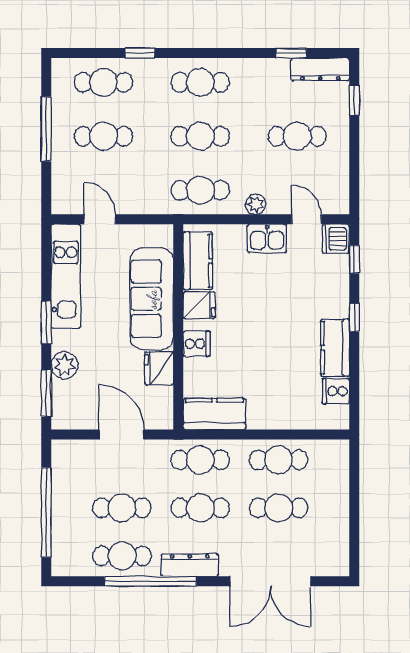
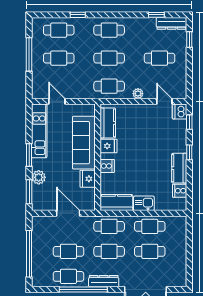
kitchen sink: (267, 238) -> (144, 203), moved, turned 180

